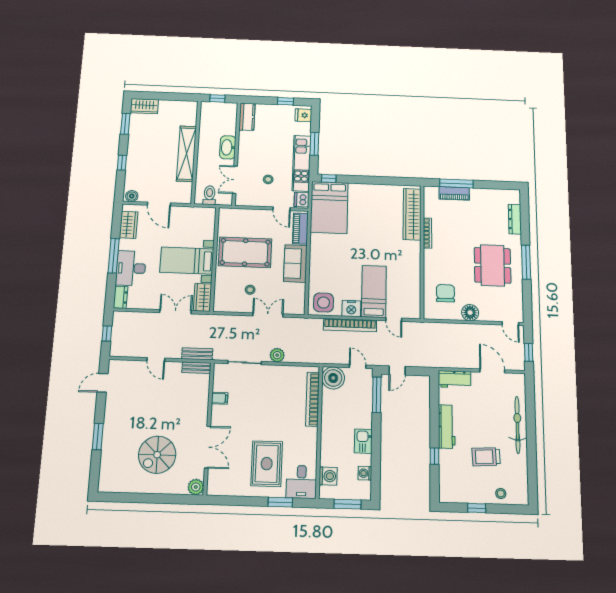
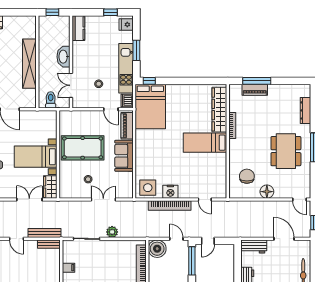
bed: (374, 291) -> (205, 143), moved, turned -90
bench: (197, 354) -> (44, 233), width x1.36

